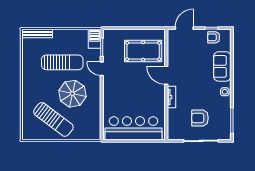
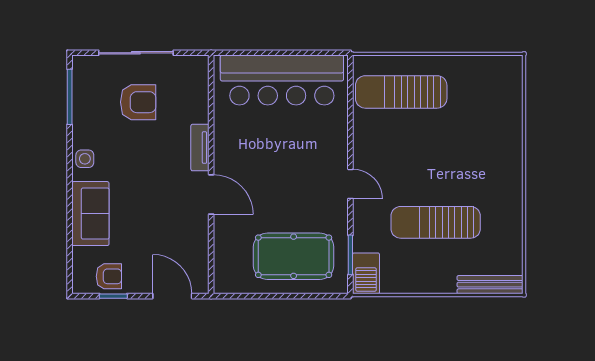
door: (184, 28) -> (172, 296), swing flipped
pool table: (143, 51) -> (294, 256), moved
door: (102, 69) -> (350, 184), moved
parasol: (72, 94) -> (414, 155), removed
sun lounger: (53, 119) -> (401, 92), moved, turned -37

